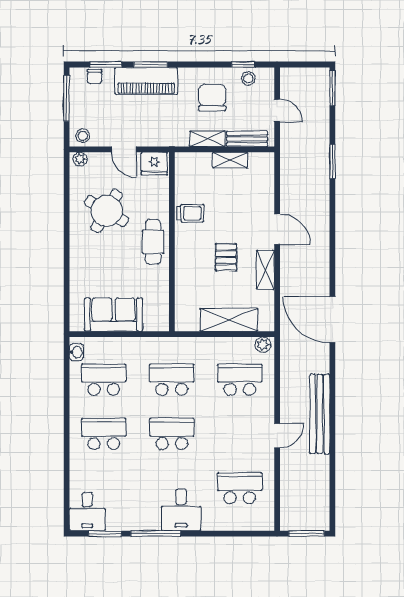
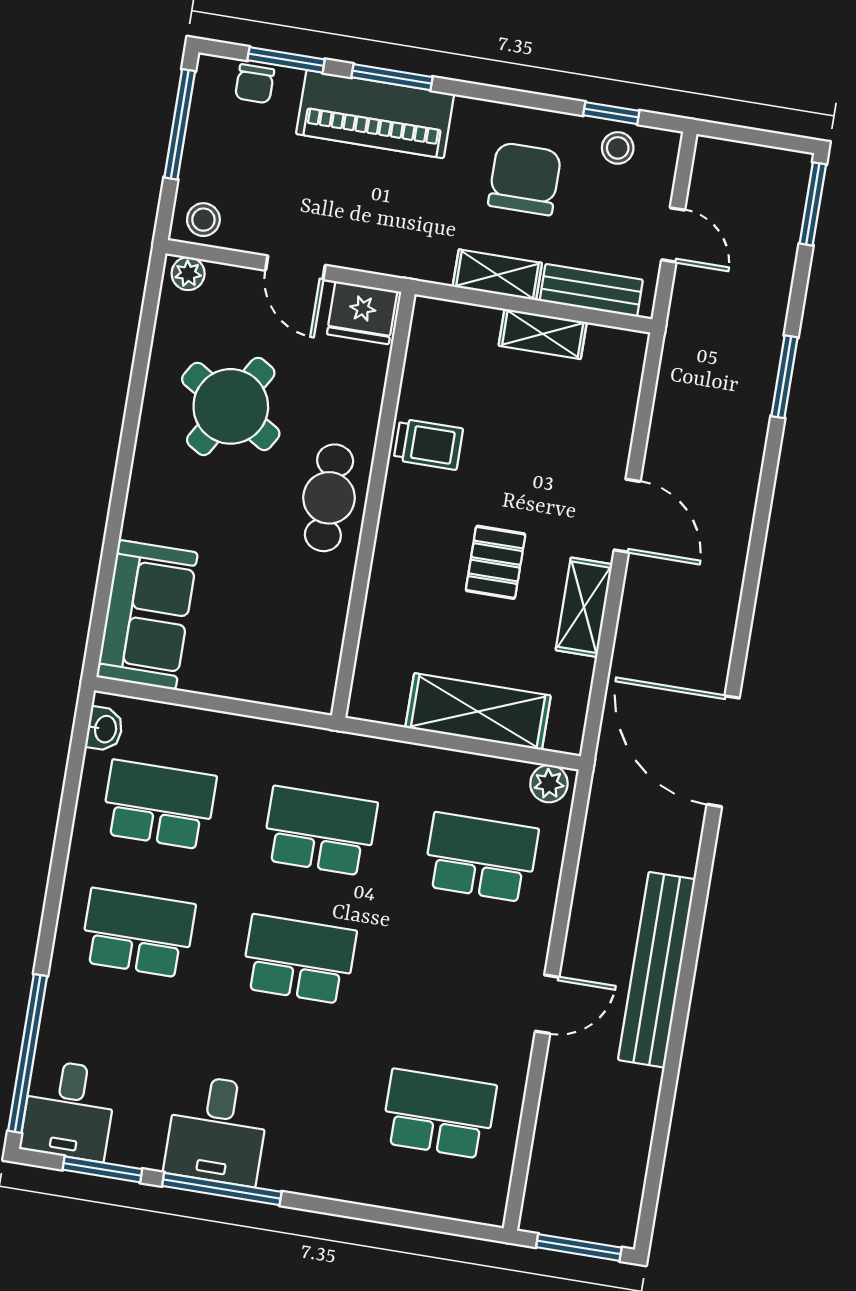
sofa: (114, 315) -> (147, 615), moved, turned 90
window: (67, 491) -> (28, 1053), added
desk: (181, 510) -> (217, 1130), moved

